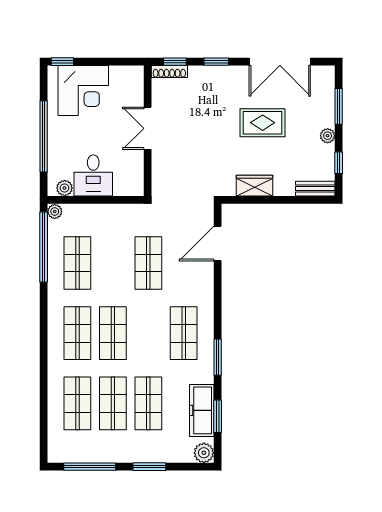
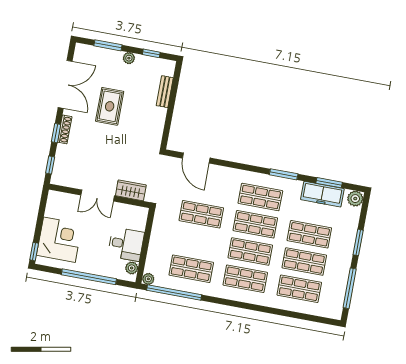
shoe rack: (169, 72) -> (65, 129), moved
wardrobe: (255, 186) -> (131, 190), moved, turned 90
bench: (315, 189) -> (165, 92), moved
shop shelf: (148, 333) -> (255, 224), added

